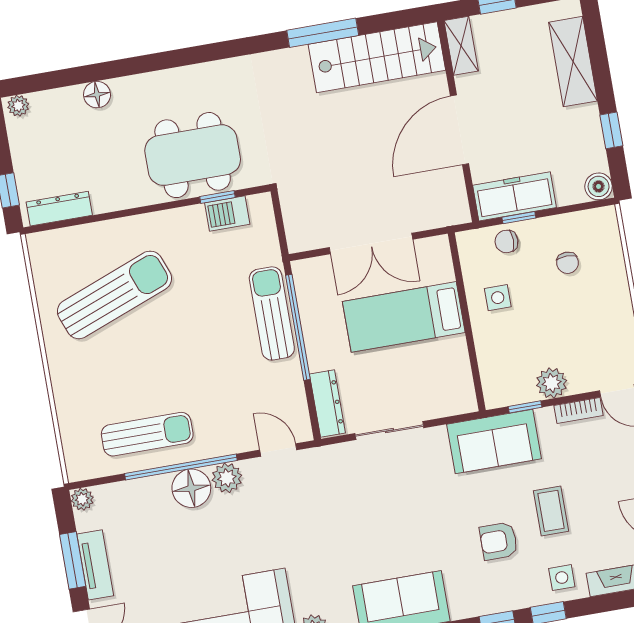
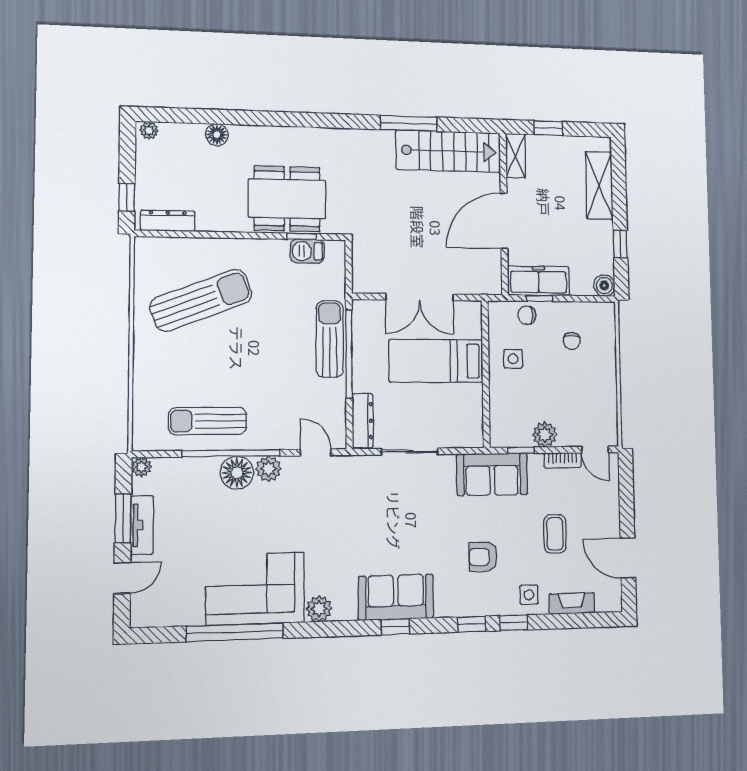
sun lounger: (147, 434) -> (208, 421), turned 180
coffee table: (551, 511) -> (555, 534), moved

